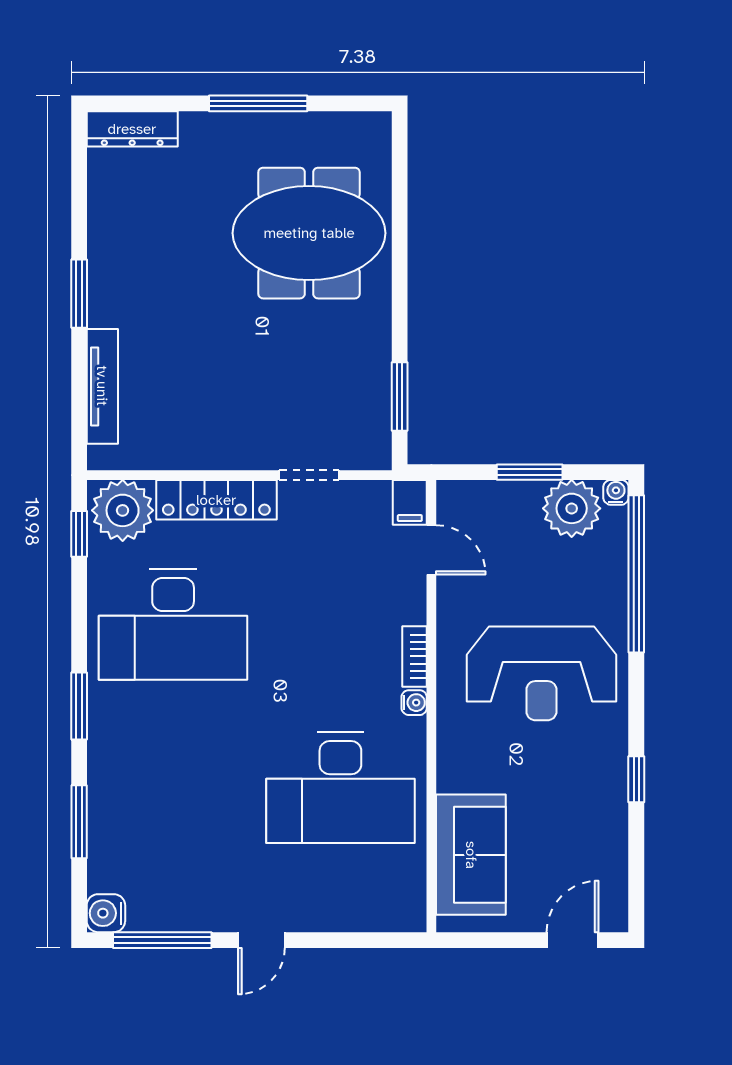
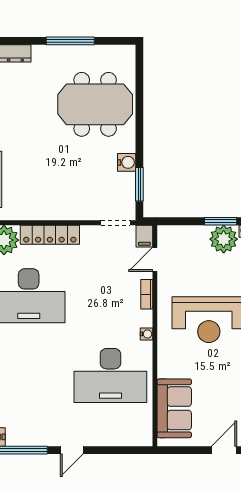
water cooler: (373, 352) -> (127, 162), added
window: (530, 472) -> (221, 221), moved
doorway: (309, 475) -> (115, 223), moved
door: (431, 550) -> (155, 259), swing flipped
bookcase: (415, 656) -> (147, 294), moved

